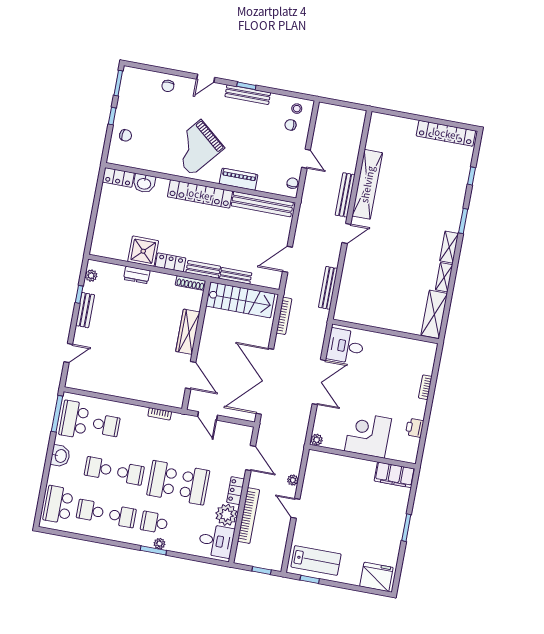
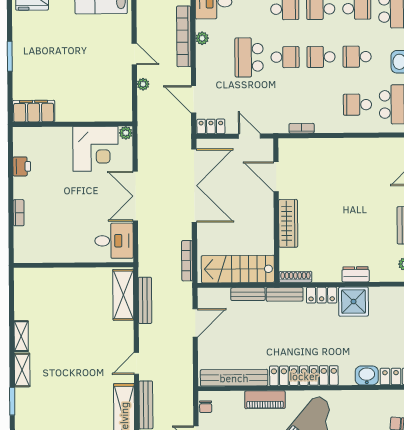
shelving: (434, 314) -> (123, 295), moved
corner desk: (368, 435) -> (95, 149), moved
school desk: (98, 468) -> (357, 57), turned 180
school desk: (162, 480) -> (285, 57), width x0.54
locker: (235, 491) -> (211, 126), moved, turned -90
plant: (227, 515) -> (202, 38), width x0.53, depth x0.53

